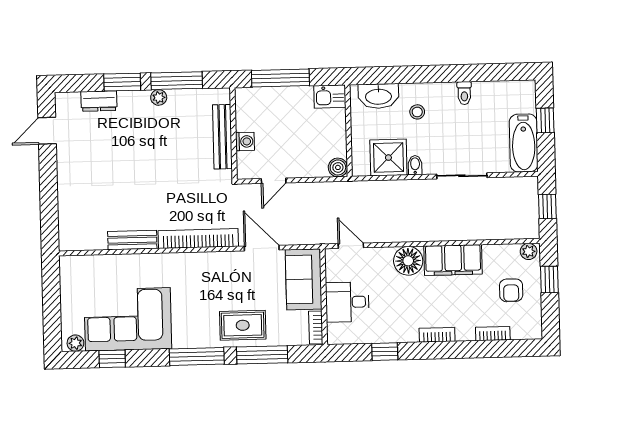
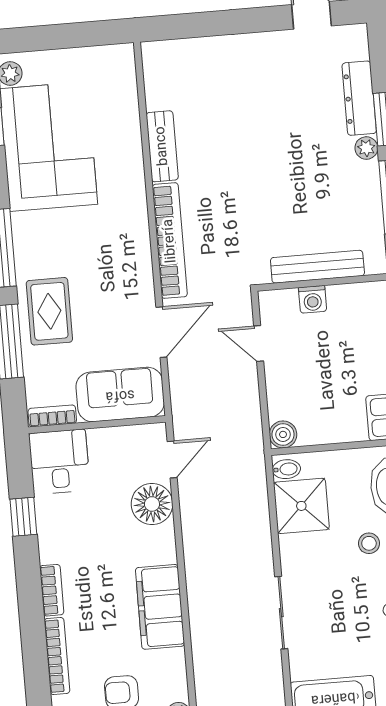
plant: (159, 97) -> (366, 148), moved
dresser: (99, 101) -> (359, 98), width x1.44
bidet: (415, 165) -> (286, 469), moved
floor lamp: (408, 261) -> (152, 504), moved
desk: (347, 302) -> (59, 462), moved
bookcase: (493, 334) -> (57, 656), width x1.56

